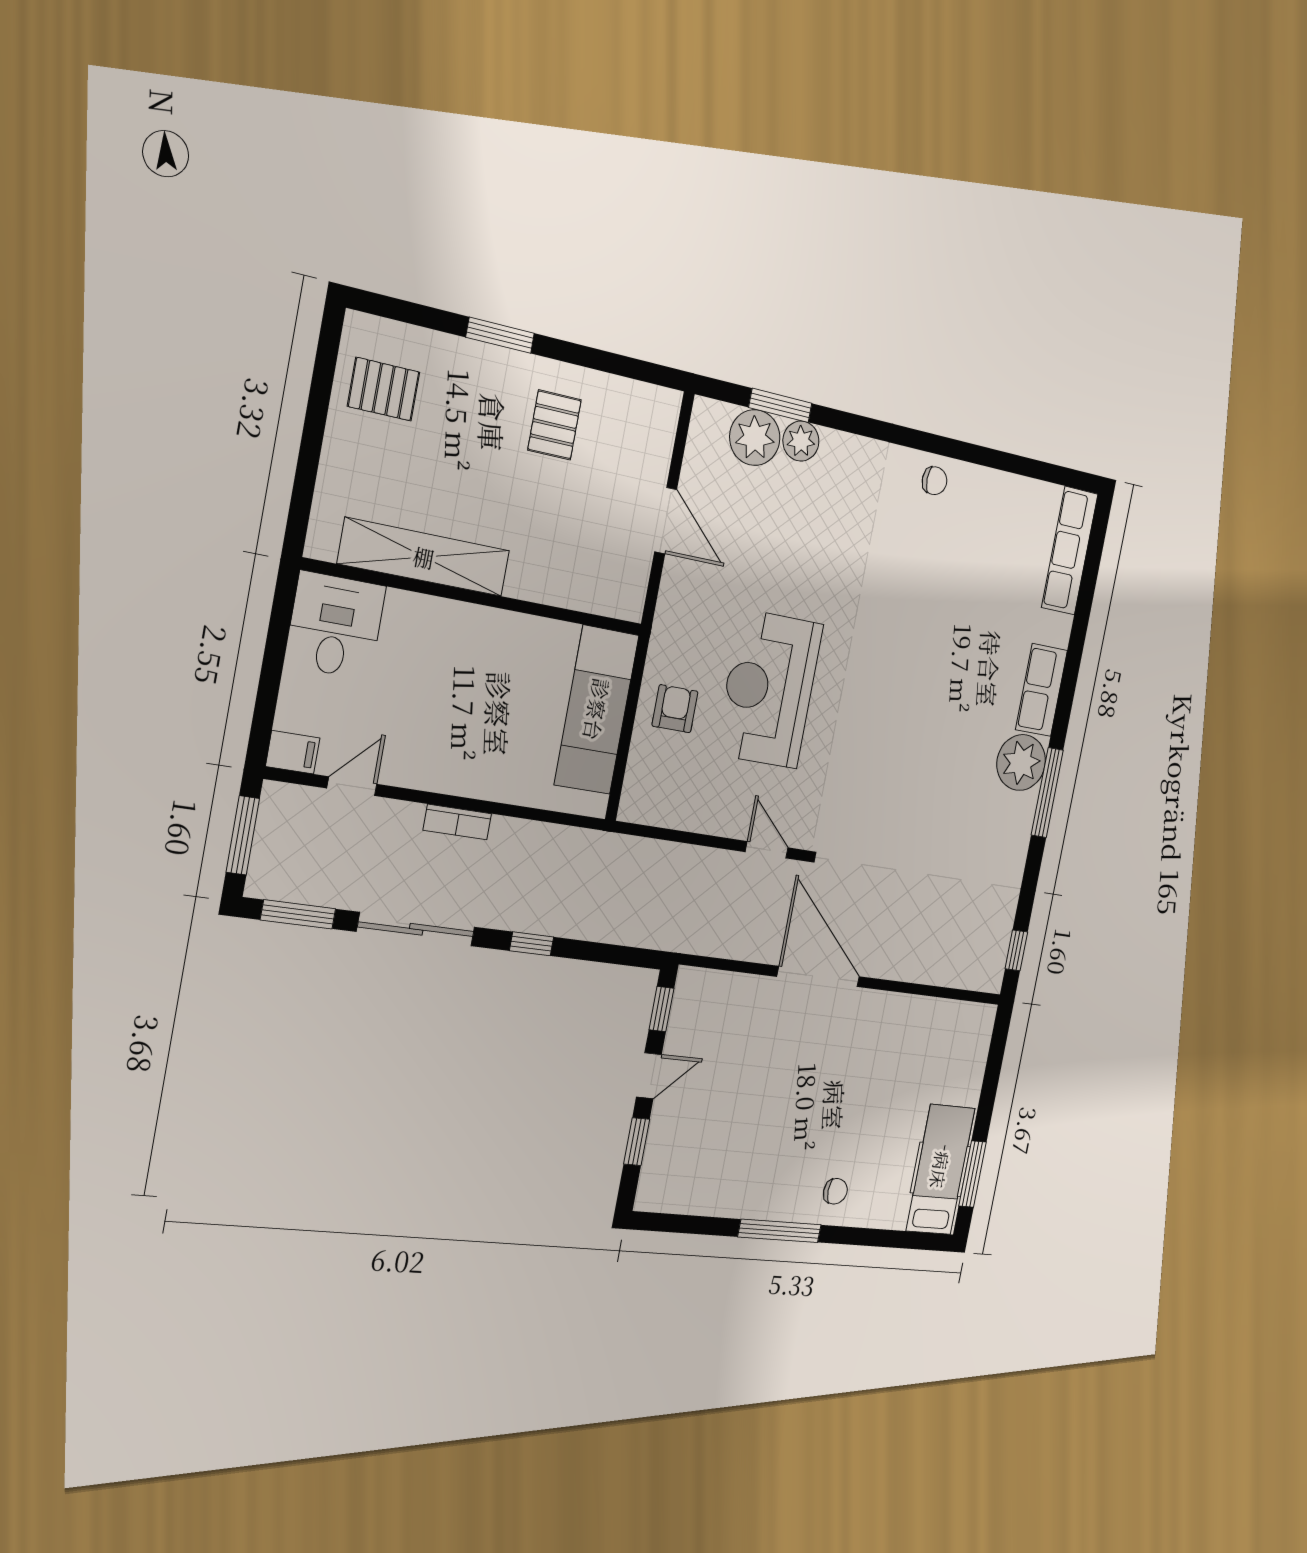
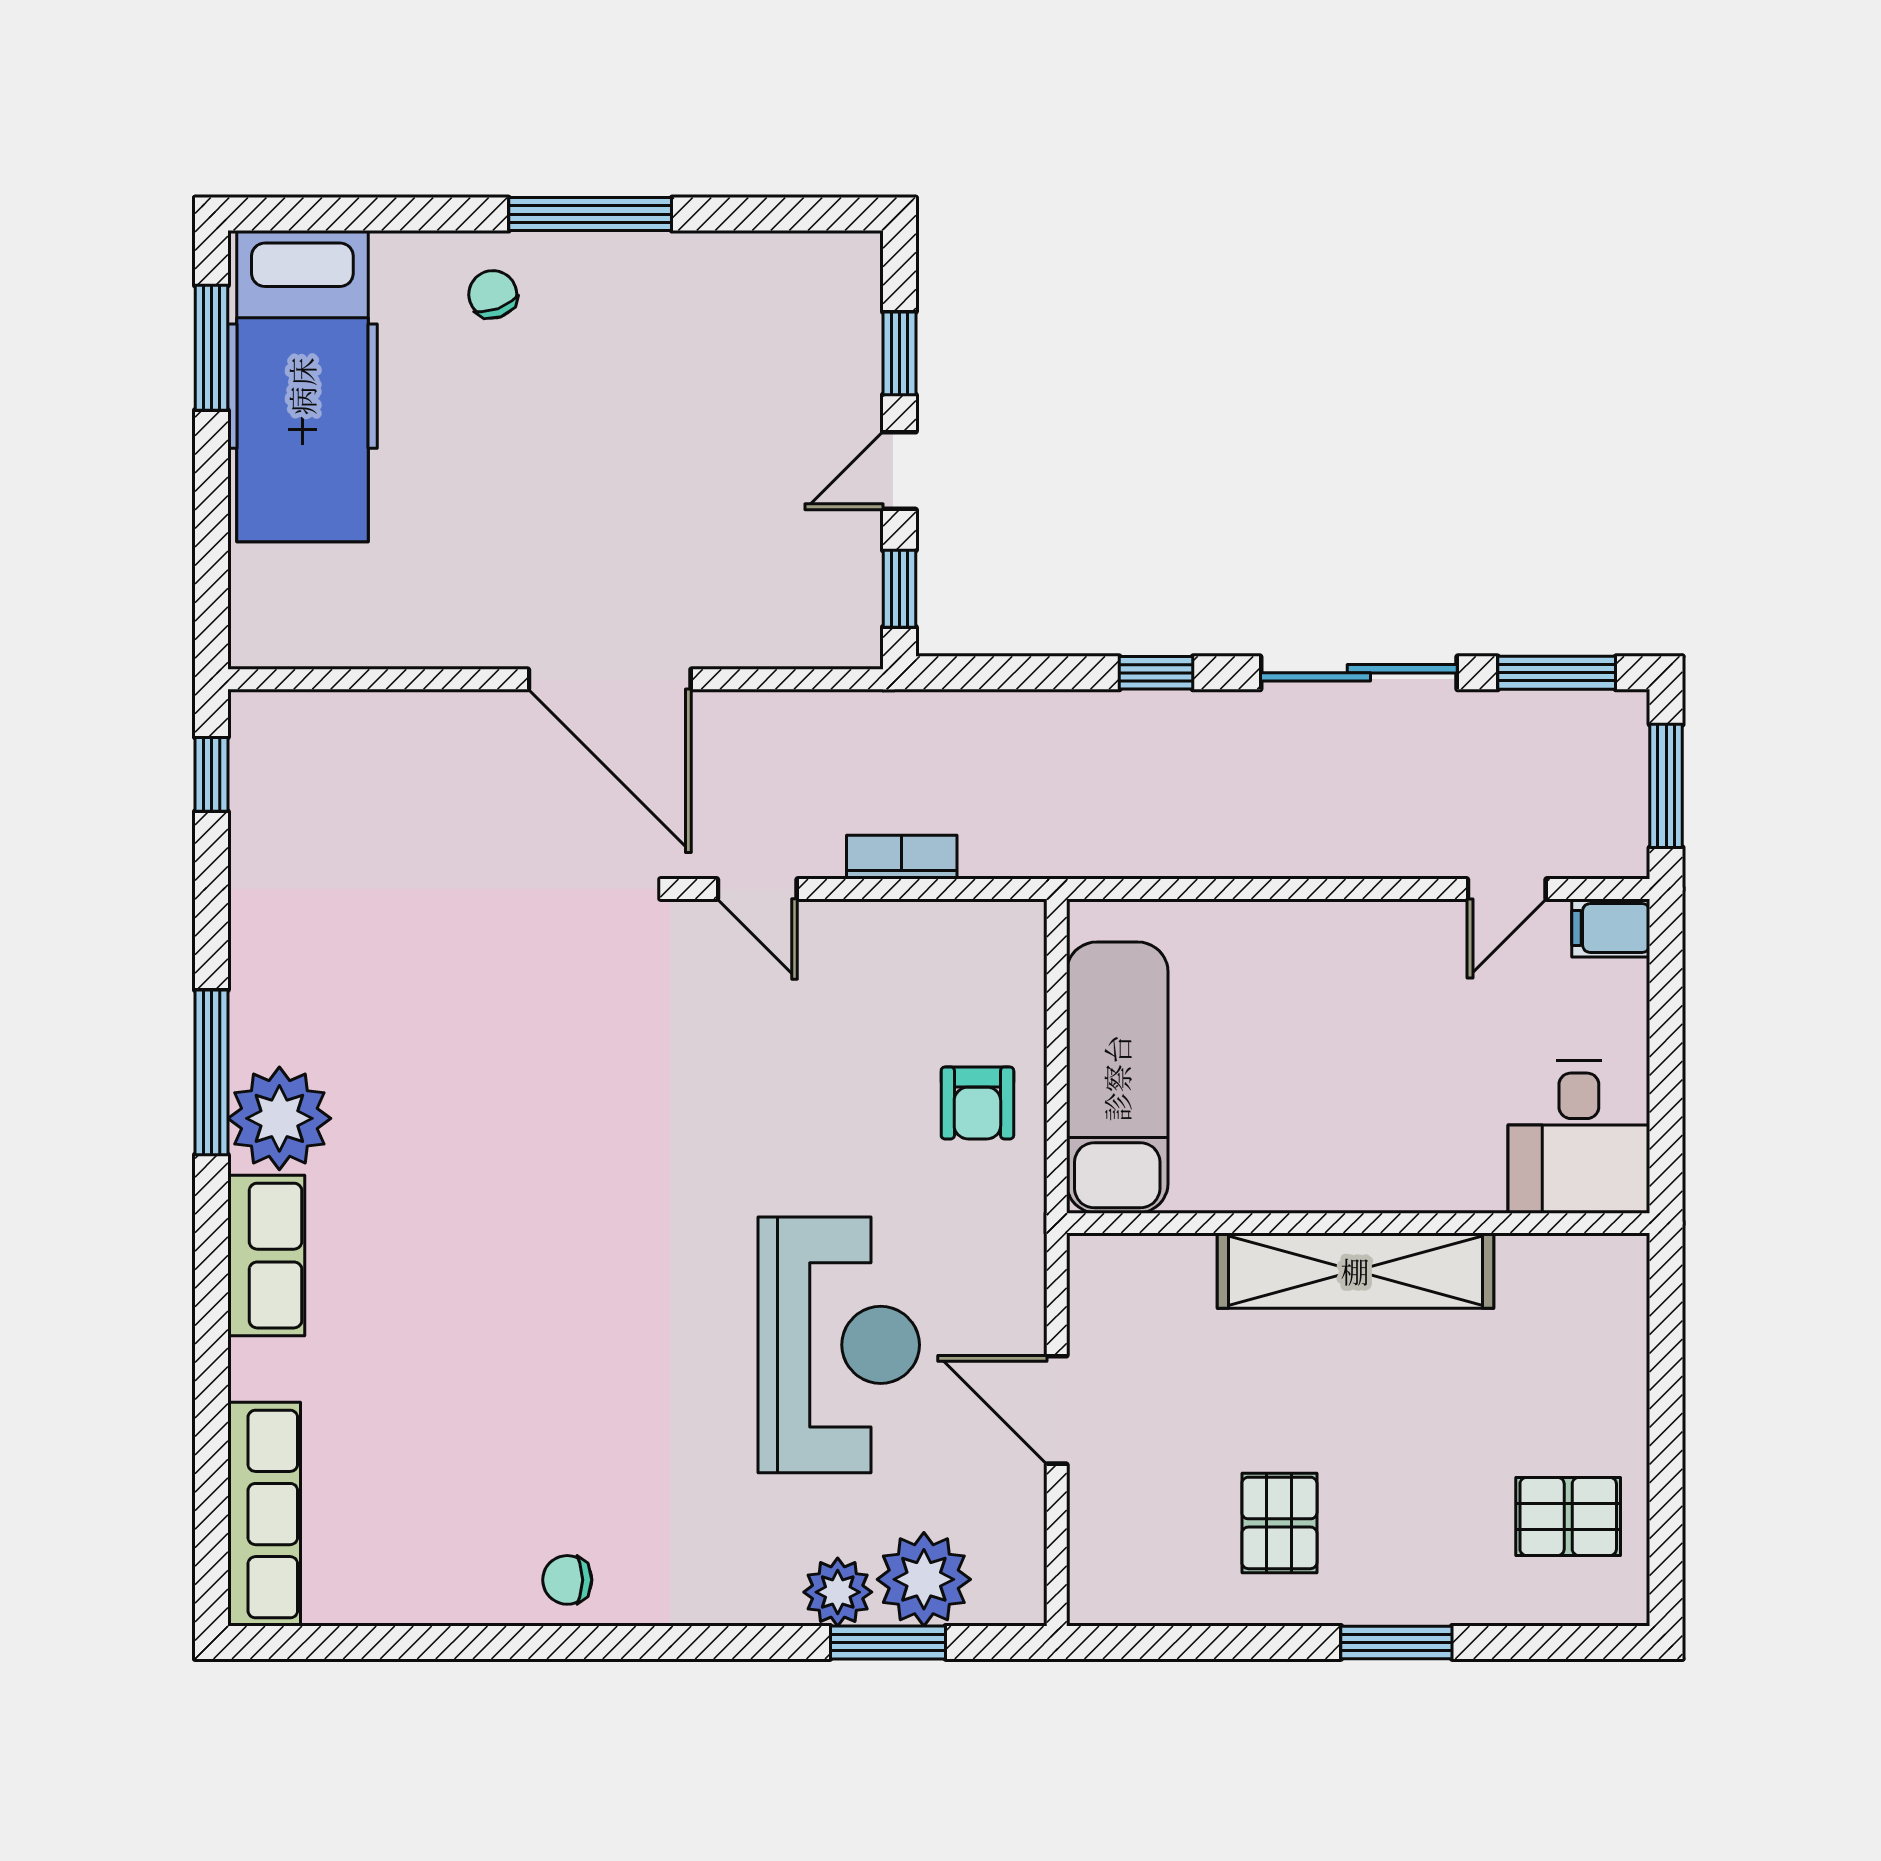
shelving: (424, 557) -> (1355, 1271), moved
reception desk: (769, 689) -> (839, 1345), moved
bookcase: (457, 822) -> (902, 857), moved
hospital bed: (940, 1170) -> (302, 386), width x1.37, depth x1.29
chair: (835, 1191) -> (493, 294), turned 70

